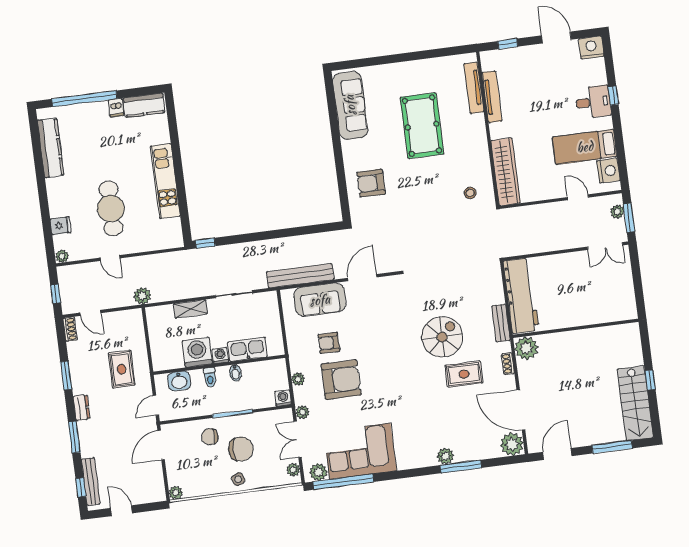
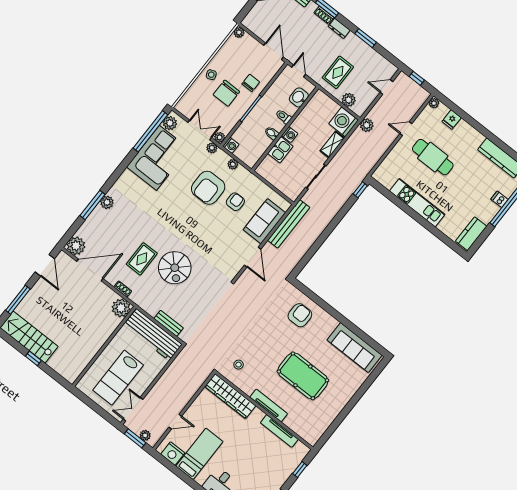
tv unit: (474, 88) -> (269, 405), moved
dishwasher: (116, 108) -> (499, 199), moved
lab bench: (591, 288) -> (118, 378), added
bench: (501, 323) -> (169, 323), moved
shoe rack: (70, 329) -> (324, 15), moved
plant: (136, 335) -> (349, 100), added
kitchen sink: (247, 349) -> (280, 150), width x0.73
washing machine: (197, 352) -> (344, 122), moved, turned 180
rug: (122, 369) -> (338, 72), turned 90
plant: (293, 470) -> (220, 137), moved

